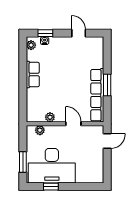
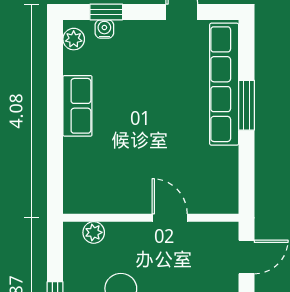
window: (107, 85) -> (246, 105), moved
row of seats: (97, 95) -> (224, 84), moved
plant: (50, 117) -> (117, 203), removed

